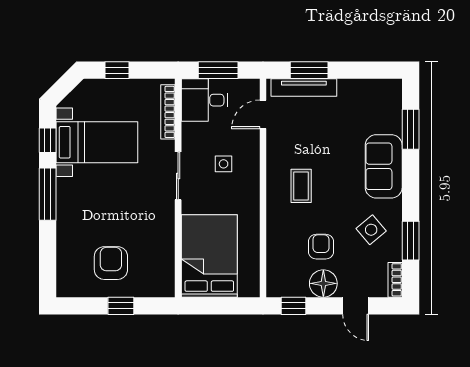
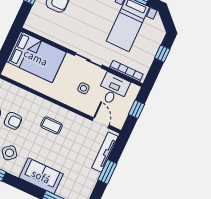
window: (218, 70) -> (136, 109), width x0.67
window: (309, 70) -> (107, 172), moved
desk: (204, 100) -> (113, 89), moved

